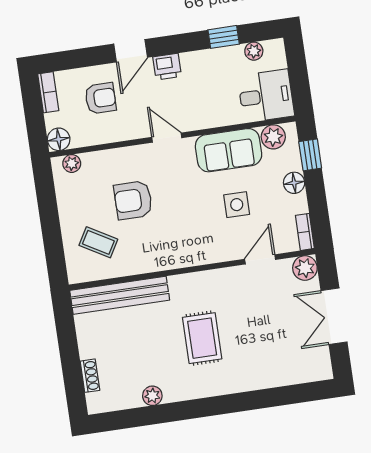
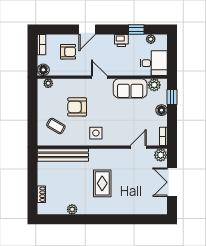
printer: (167, 67) -> (121, 41), moved
side table: (237, 205) -> (96, 133), moved

